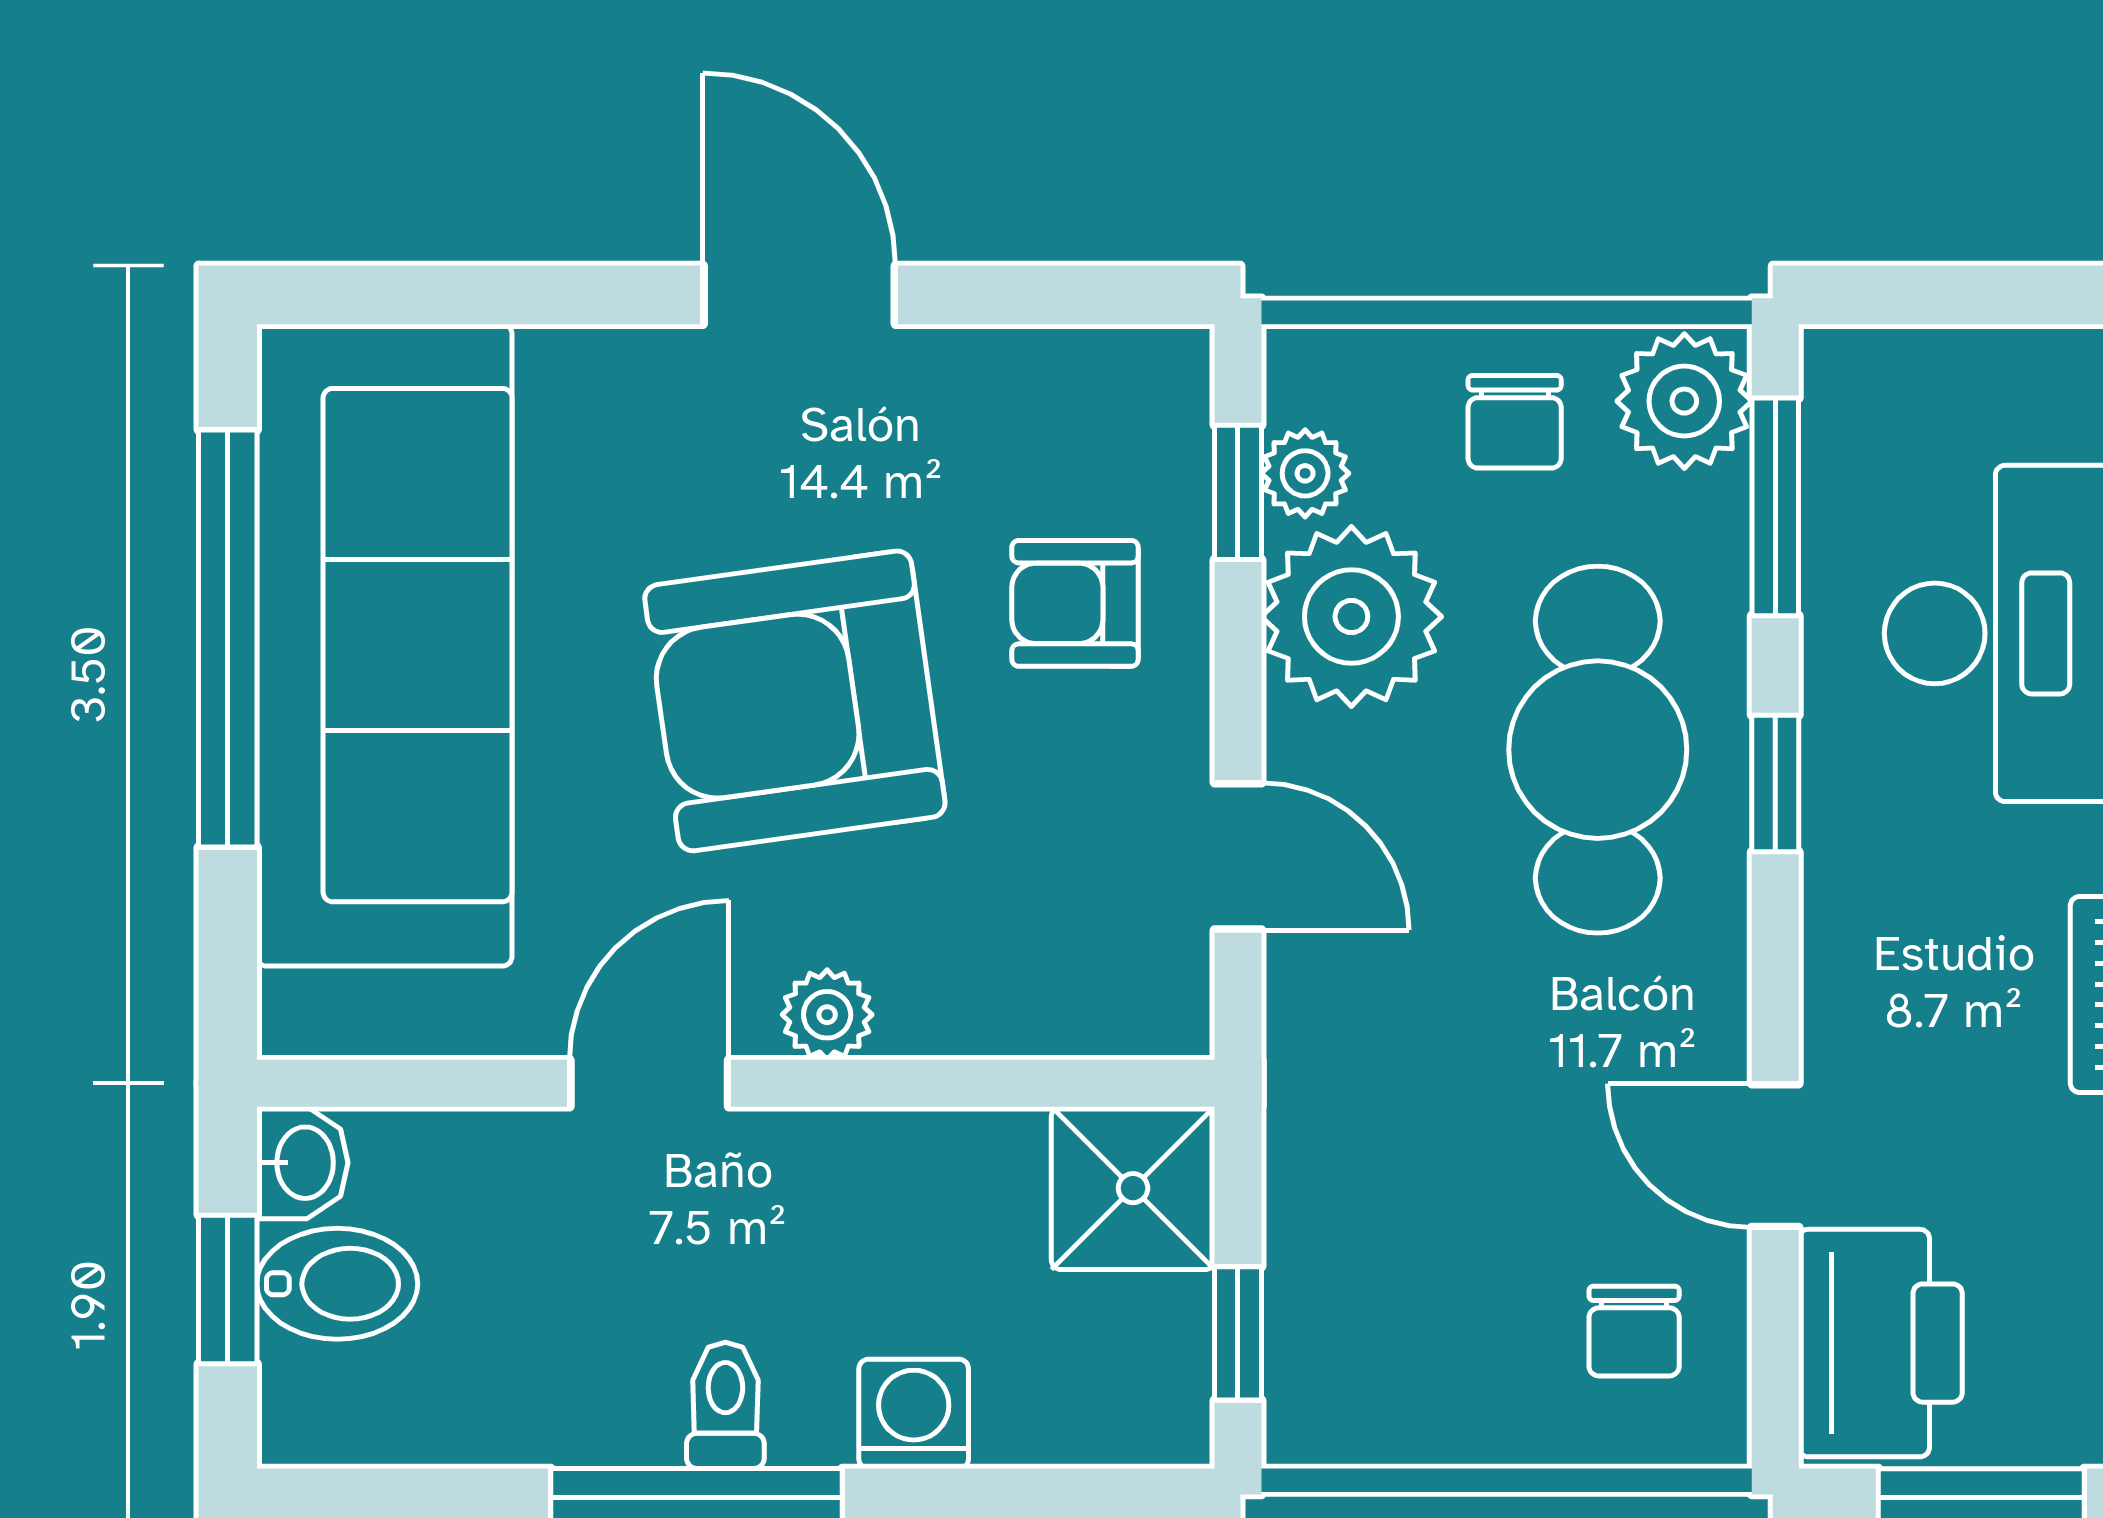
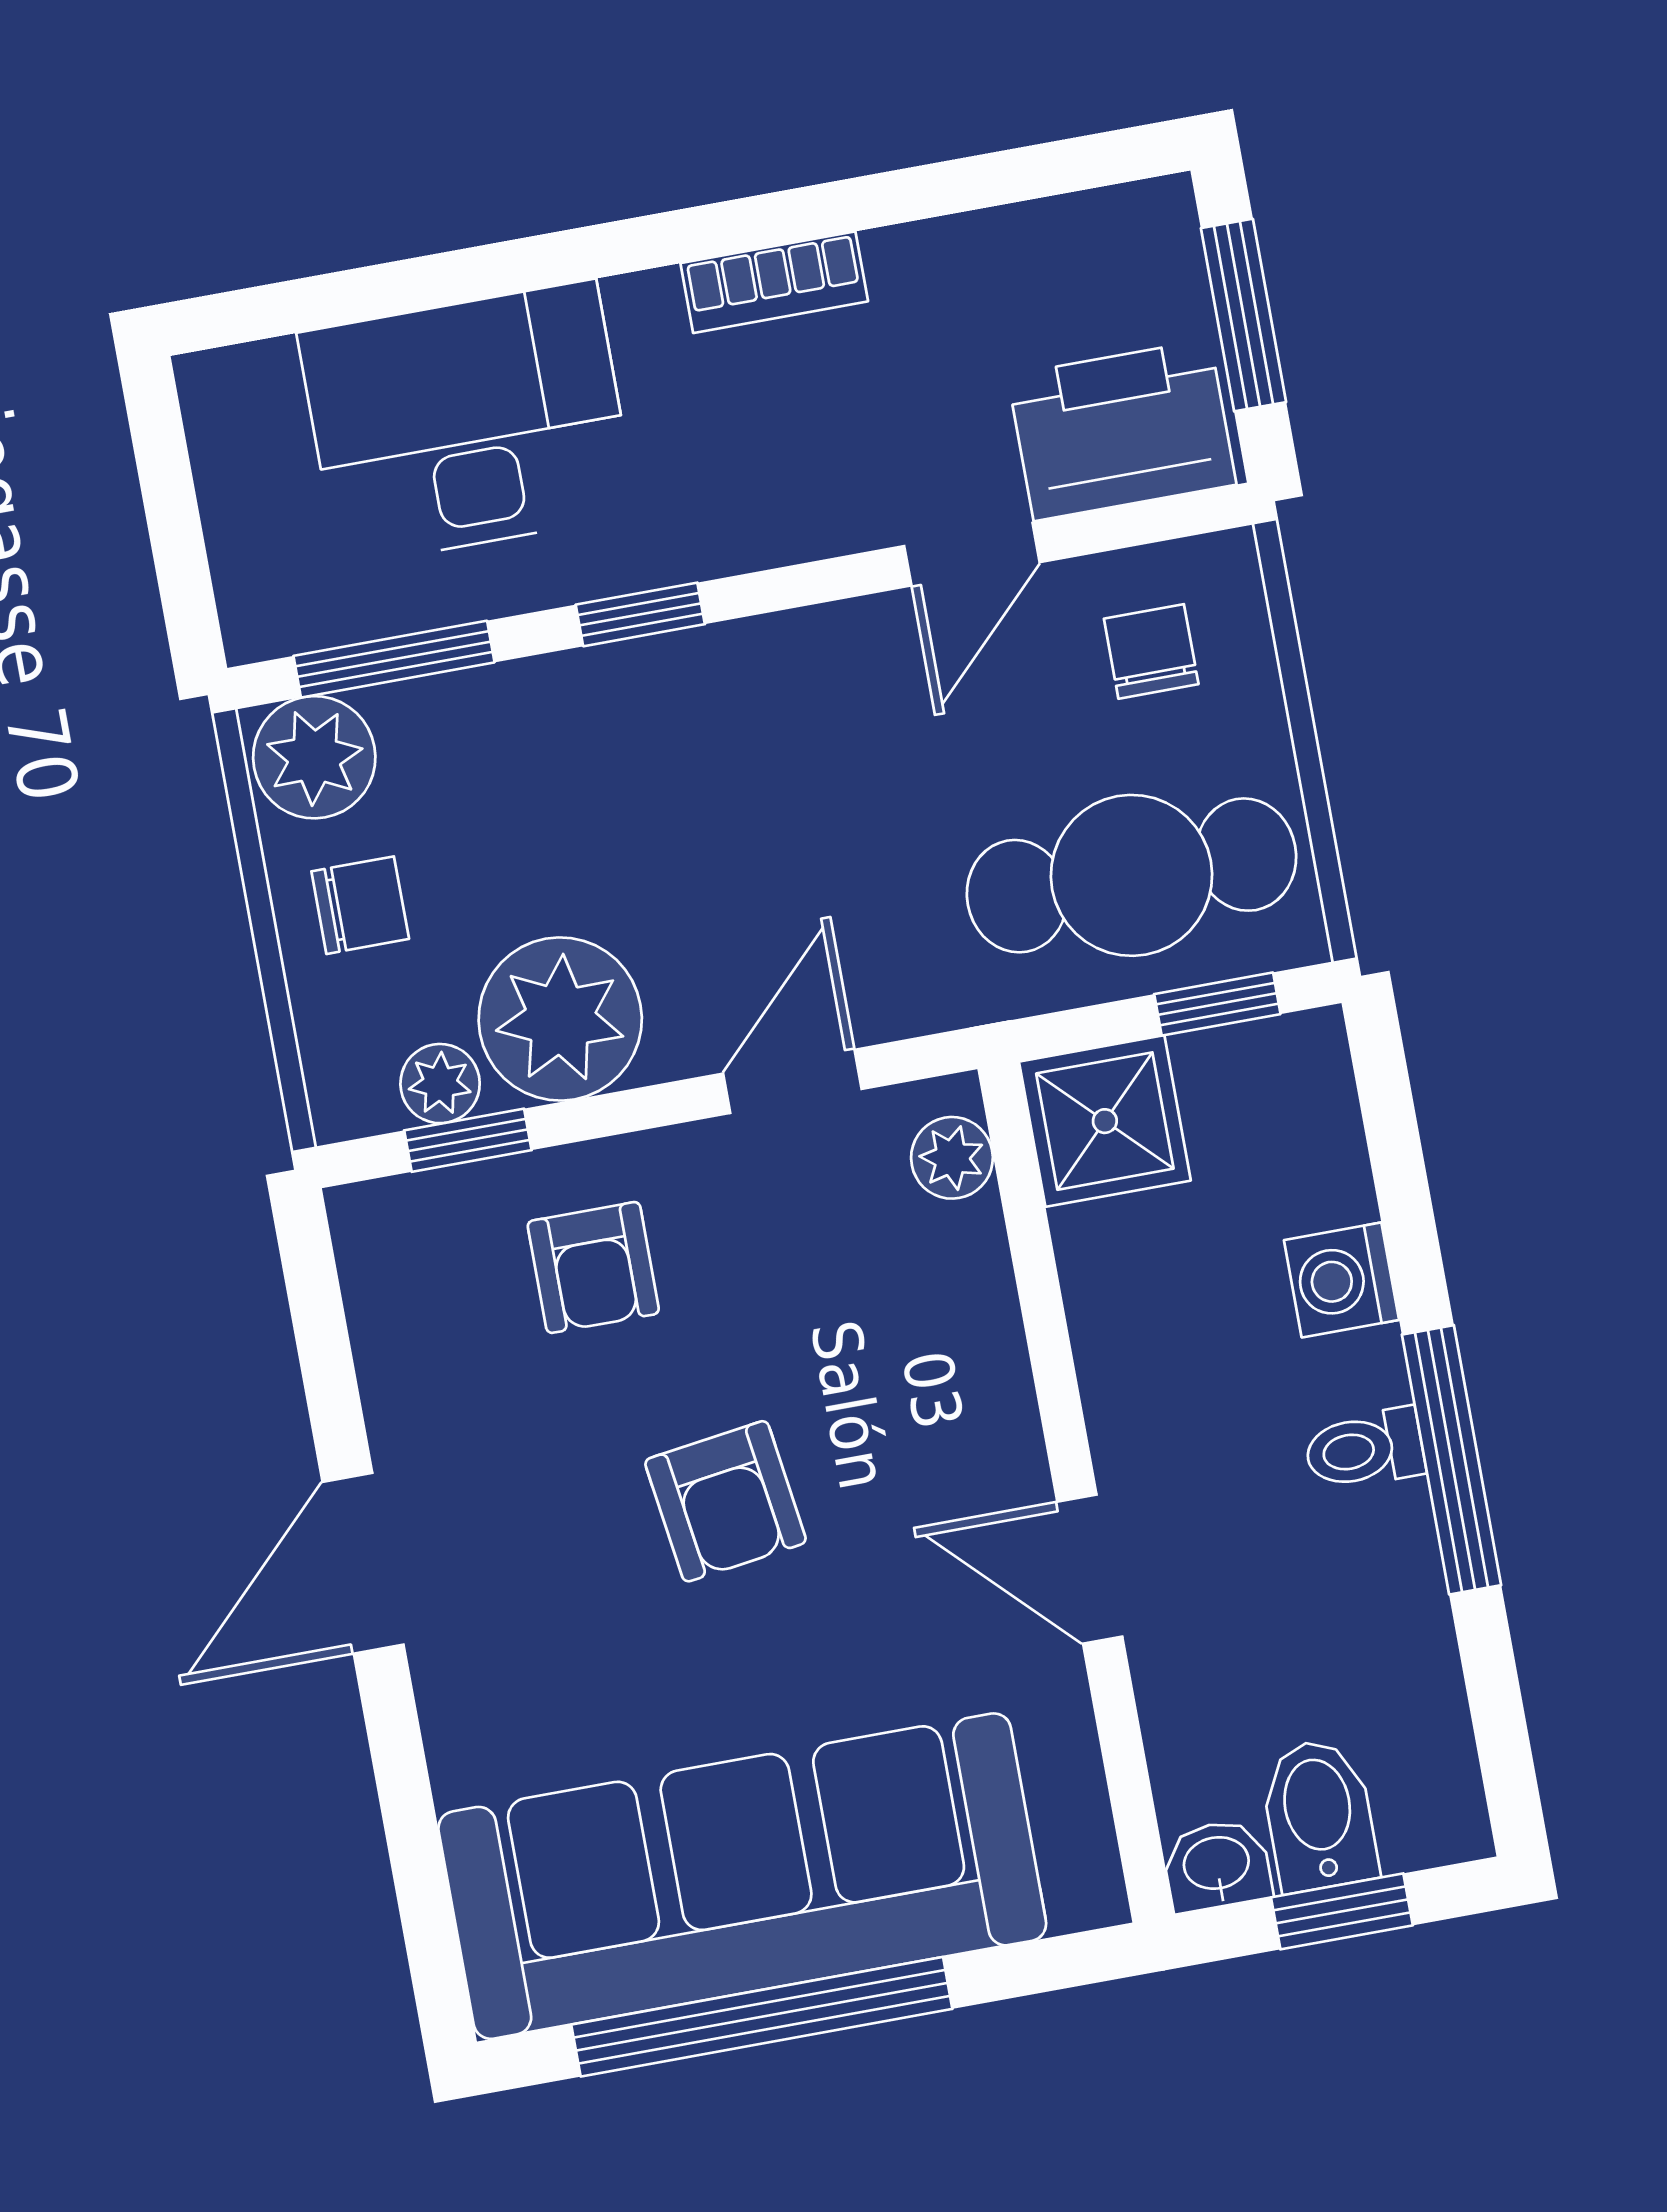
armchair: (795, 701) -> (725, 1501), width x0.53, depth x0.53
cafe table: (1598, 750) -> (1132, 875), moved
plant: (827, 1015) -> (952, 1158), moved
chair: (1634, 1331) -> (1151, 651), turned -90

